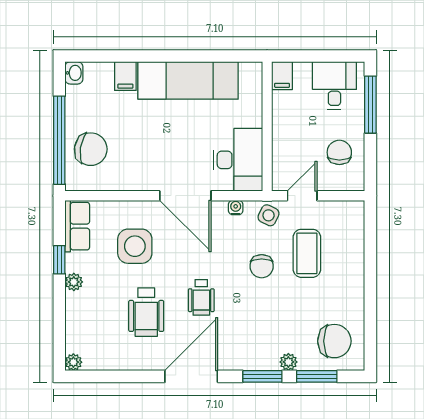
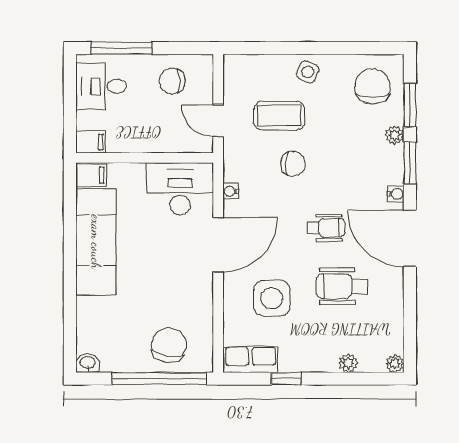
filing cabinet: (125, 76) -> (91, 175), moved
side table: (269, 215) -> (308, 72), moved
plant: (74, 282) -> (348, 363), moved
wheelchair: (146, 312) -> (342, 286), turned 180
water cooler: (233, 363) -> (396, 194), added

